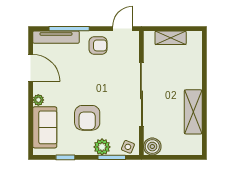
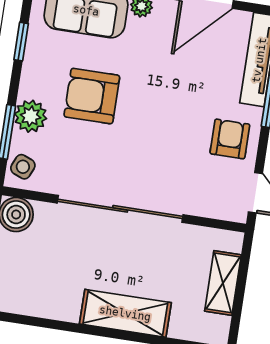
armchair: (98, 45) -> (230, 139), turned 180
shelving: (193, 112) -> (125, 313), moved

